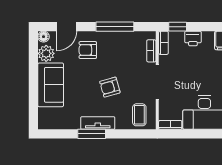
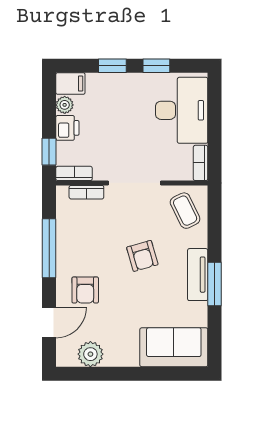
door: (67, 27) -> (49, 323), hinge flipped
floor lamp: (44, 37) -> (65, 358), removed
plant: (208, 37) -> (65, 105), added
sofa: (51, 85) -> (174, 347), moved
coffee table: (139, 115) -> (185, 211), turned 64

